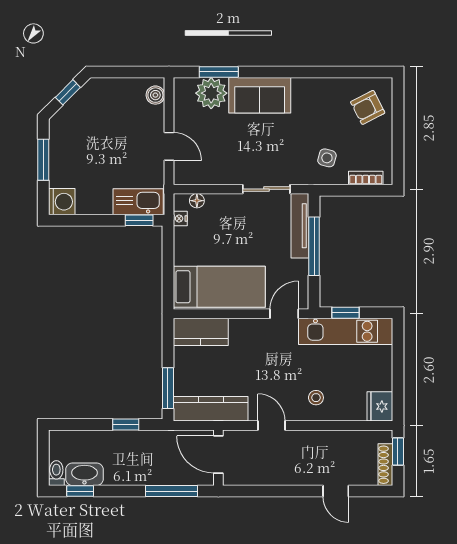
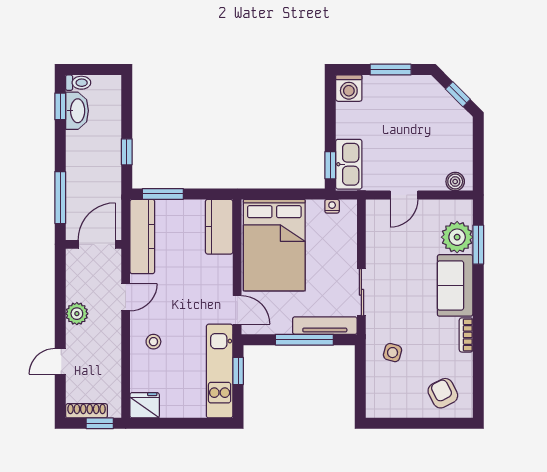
bookcase: (366, 178) -> (466, 335), moved, turned 180
floor lamp: (197, 201) -> (350, 223), removed
bed: (219, 287) -> (274, 245), width x1.50
plant: (288, 474) -> (77, 314), added

